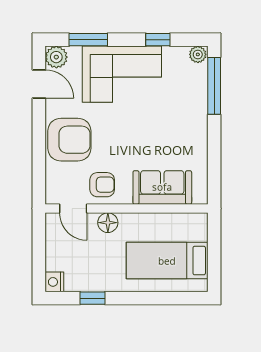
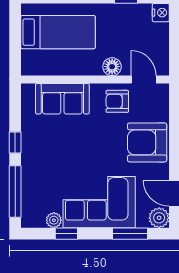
plant: (198, 54) -> (54, 220), moved
window: (214, 140) -> (15, 142), added

